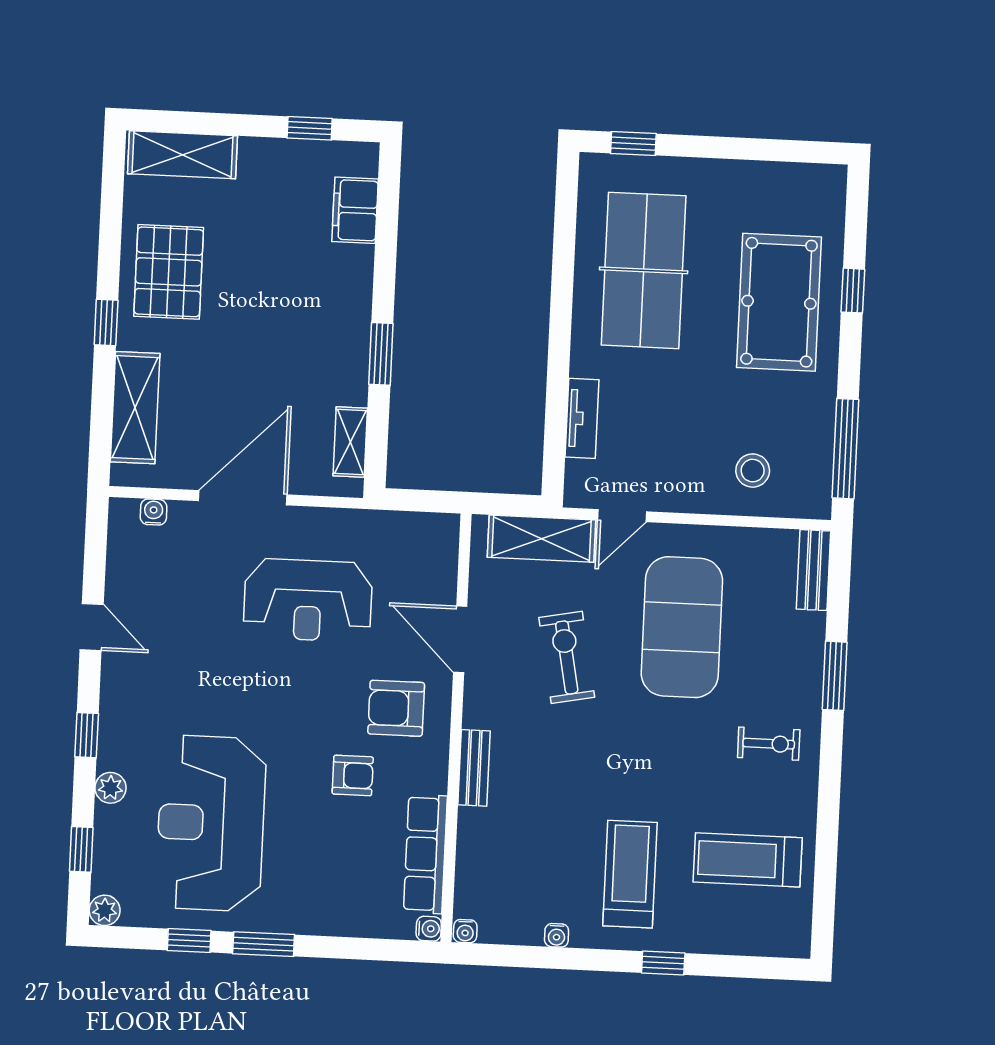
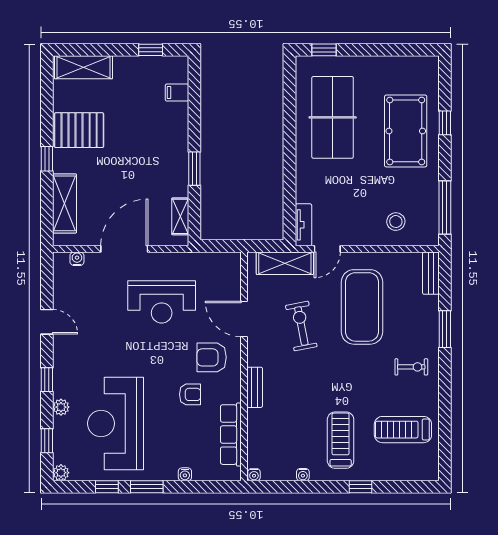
filing cabinet: (355, 210) -> (177, 93), width x0.50
pallet: (169, 272) -> (79, 130), turned 90
tv unit: (582, 418) -> (303, 225), moved
water cooler: (429, 929) -> (185, 474), moved, turned 90

